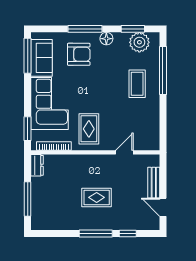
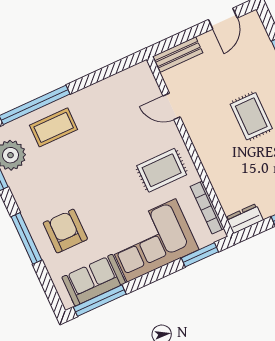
floor lamp: (106, 39) -> (26, 203), removed
coffee table: (137, 84) -> (54, 127), moved
bench: (154, 183) -> (178, 55), moved

